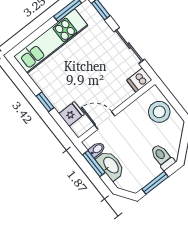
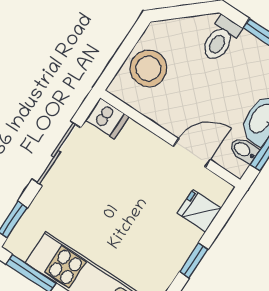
door: (105, 120) -> (192, 153), swing flipped

